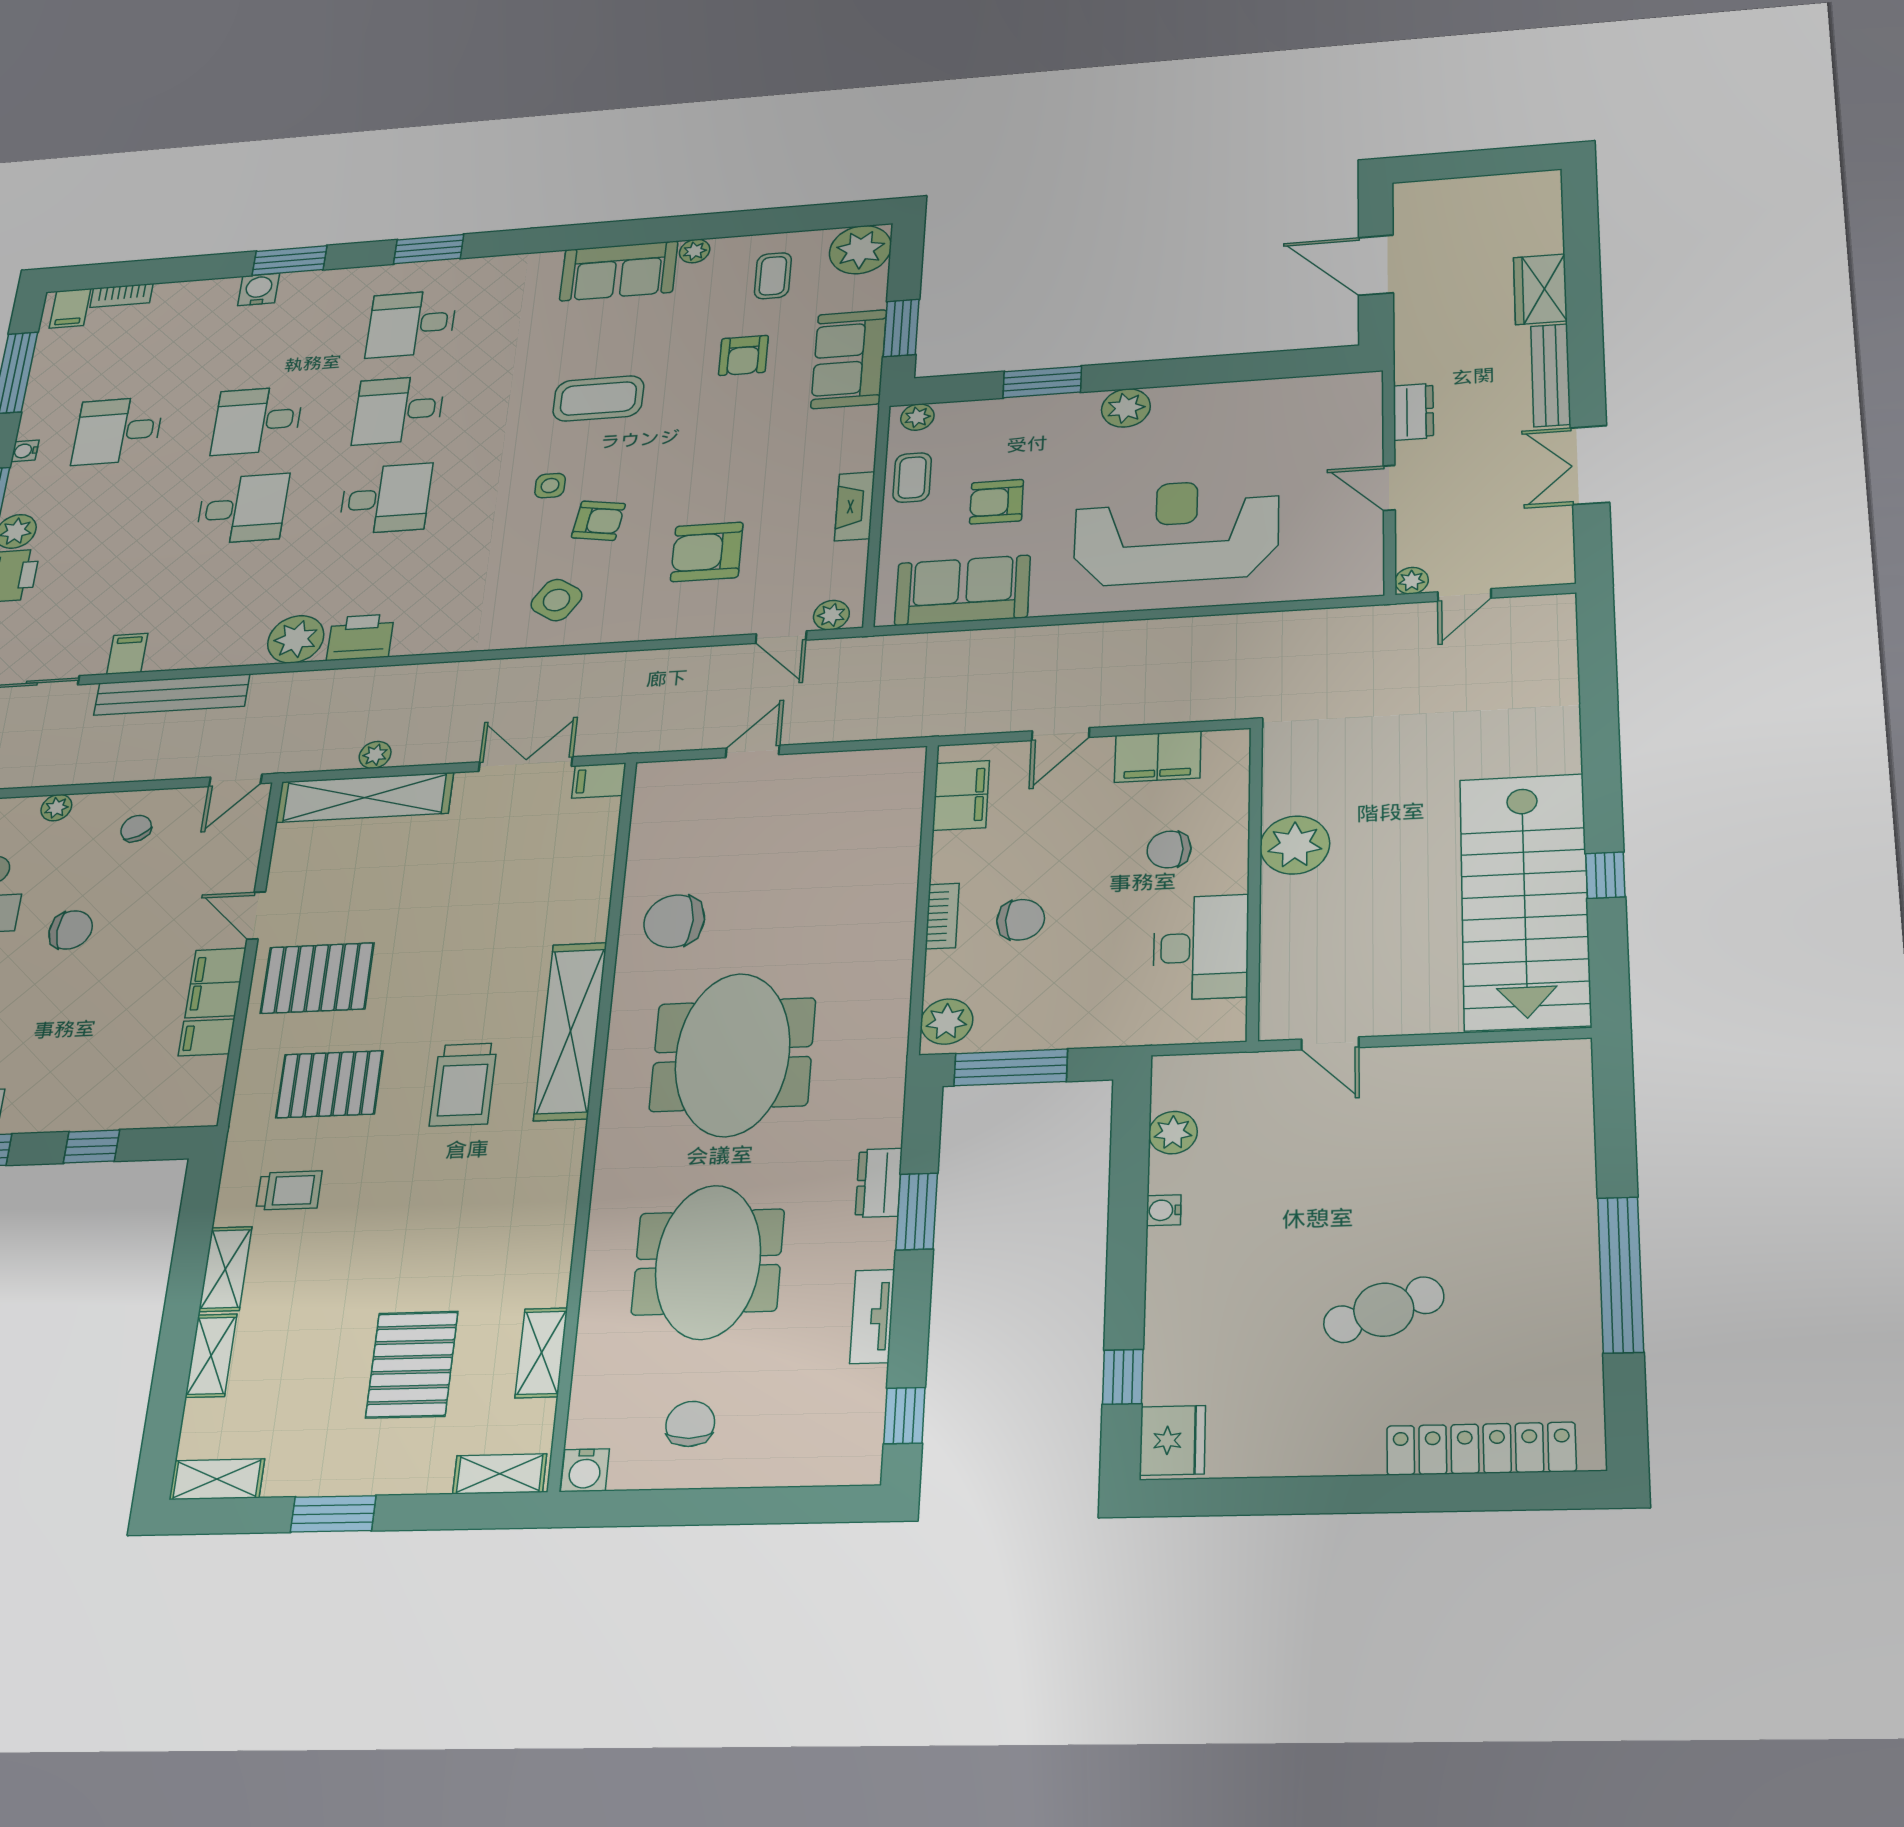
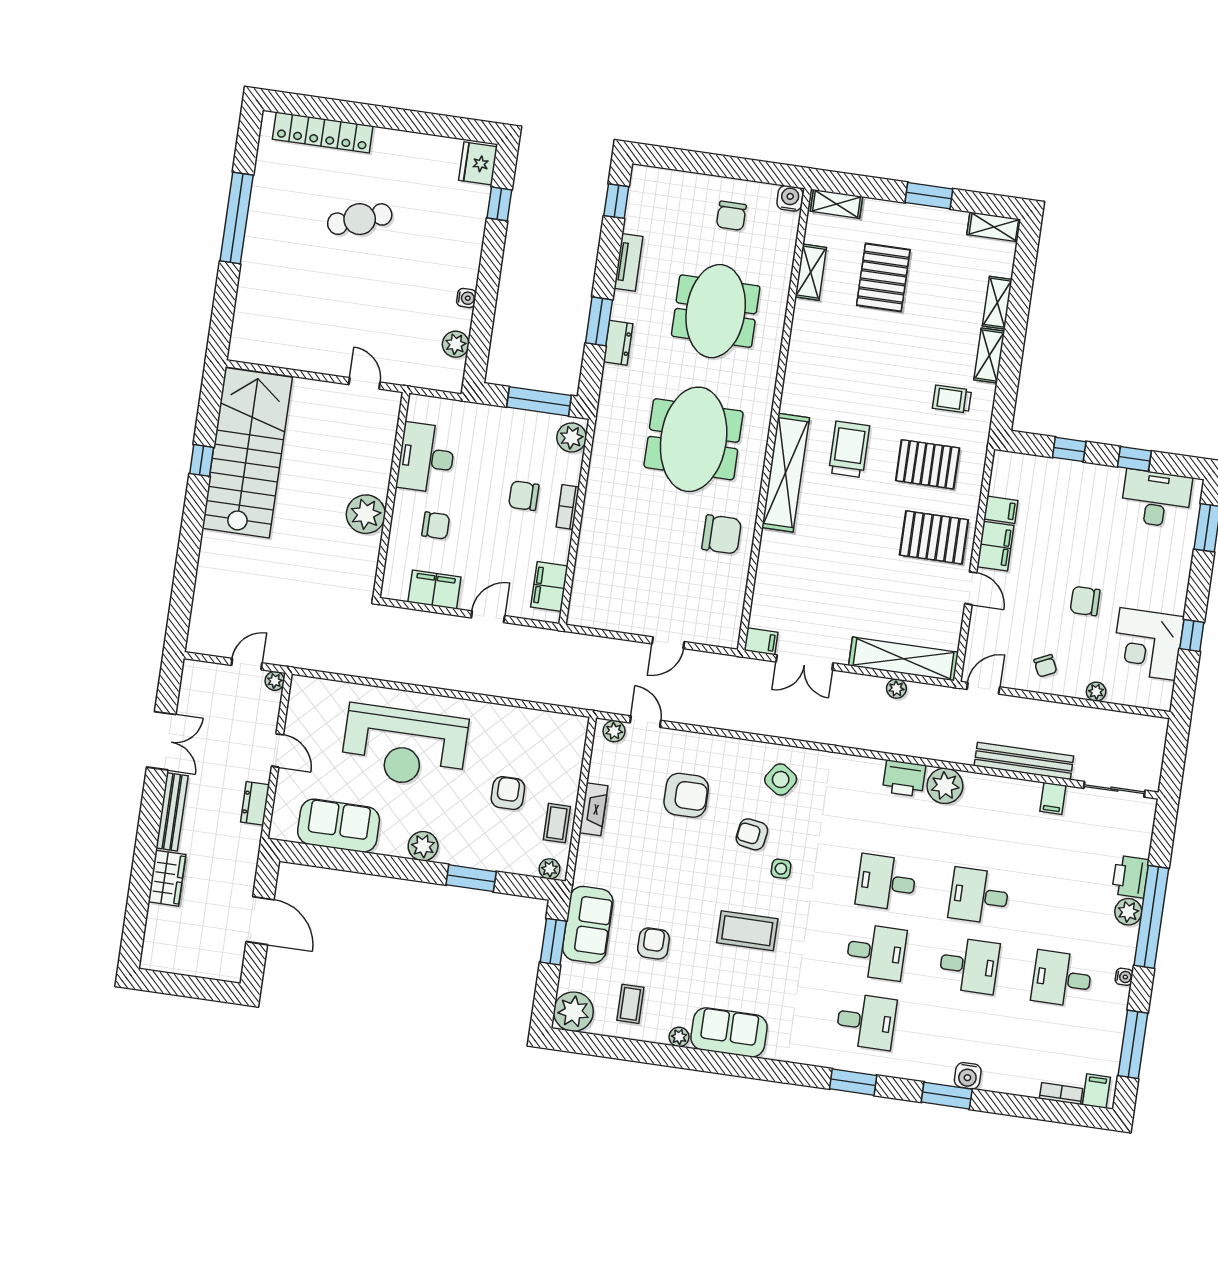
desk: (118, 431) -> (1062, 979), turned 180
armchair: (997, 502) -> (508, 793), turned -90
sofa: (963, 590) -> (339, 826), moved, turned 180

